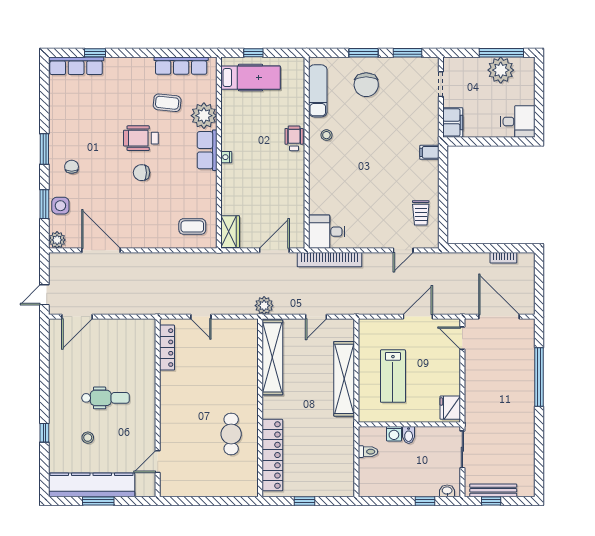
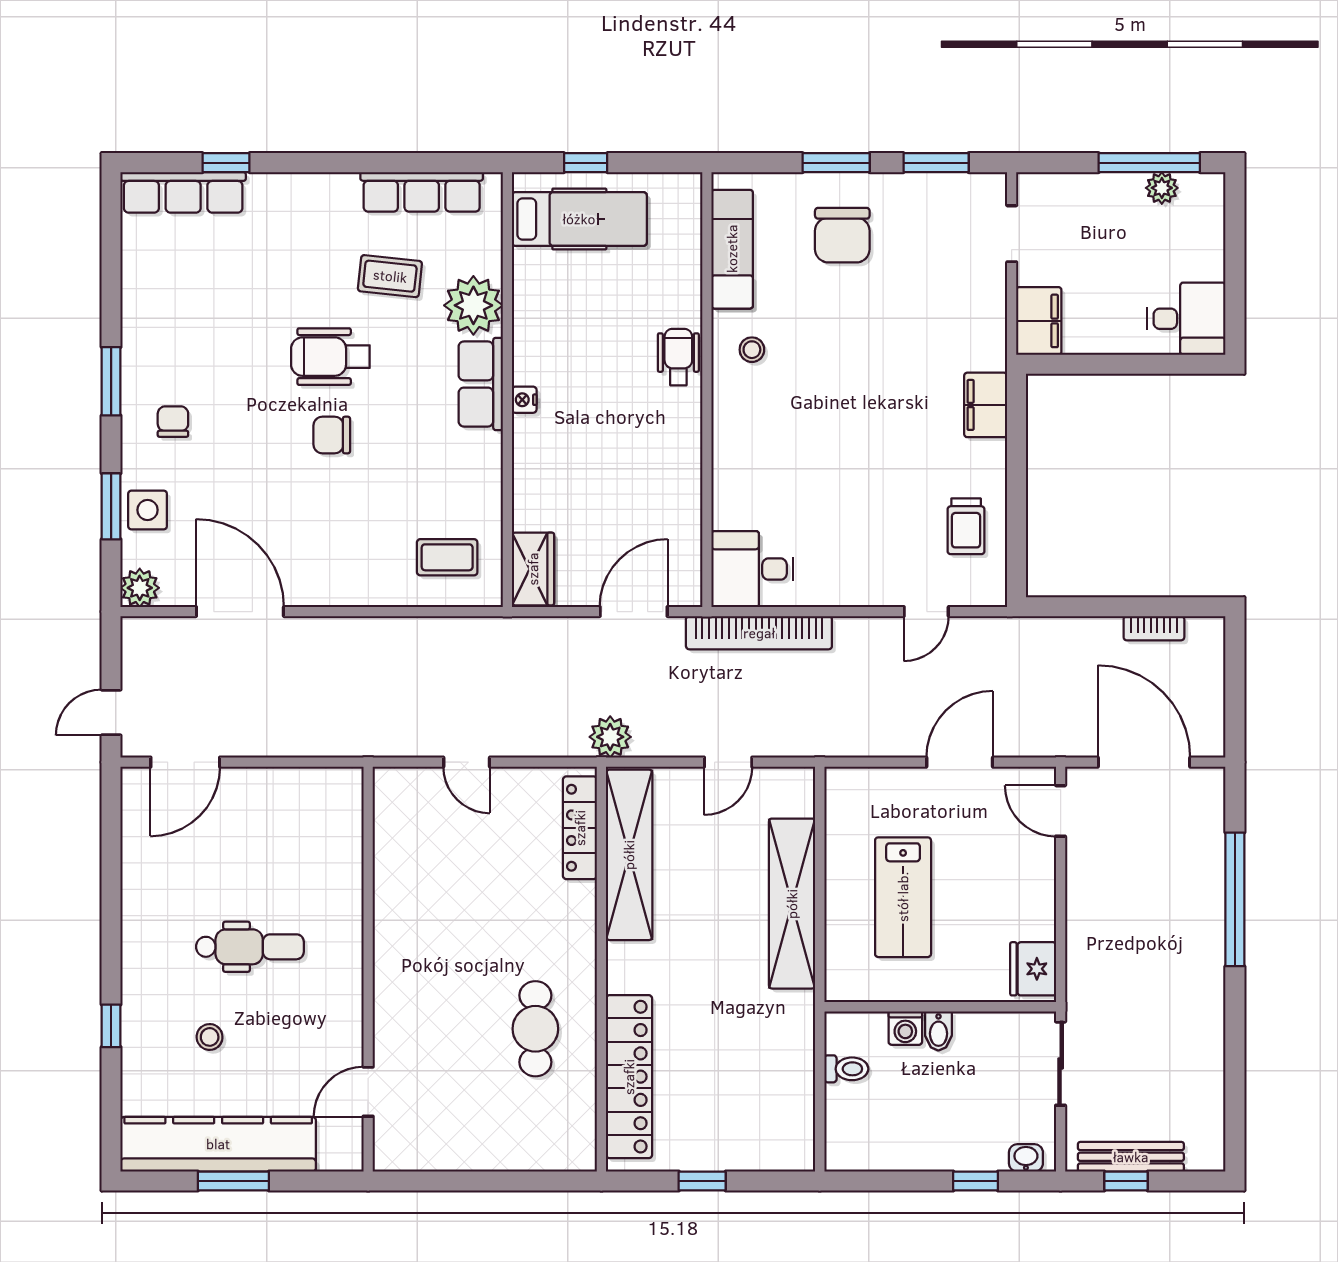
plant: (501, 70) -> (1162, 188), width x0.53, depth x0.53
filing cabinet: (429, 152) -> (986, 405), width x2.00
locker: (167, 348) -> (580, 828), moved, turned 180

